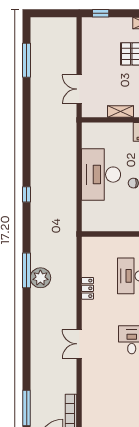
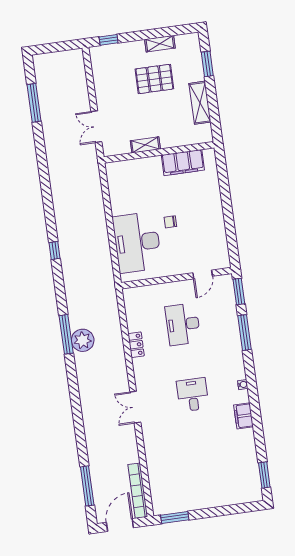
desk: (101, 175) -> (137, 242), moved

